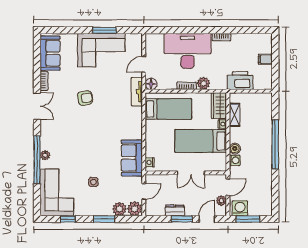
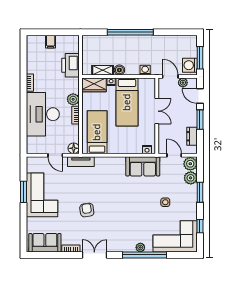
boiler: (235, 149) -> (119, 70), moved
dresser: (175, 210) -> (192, 136), moved

